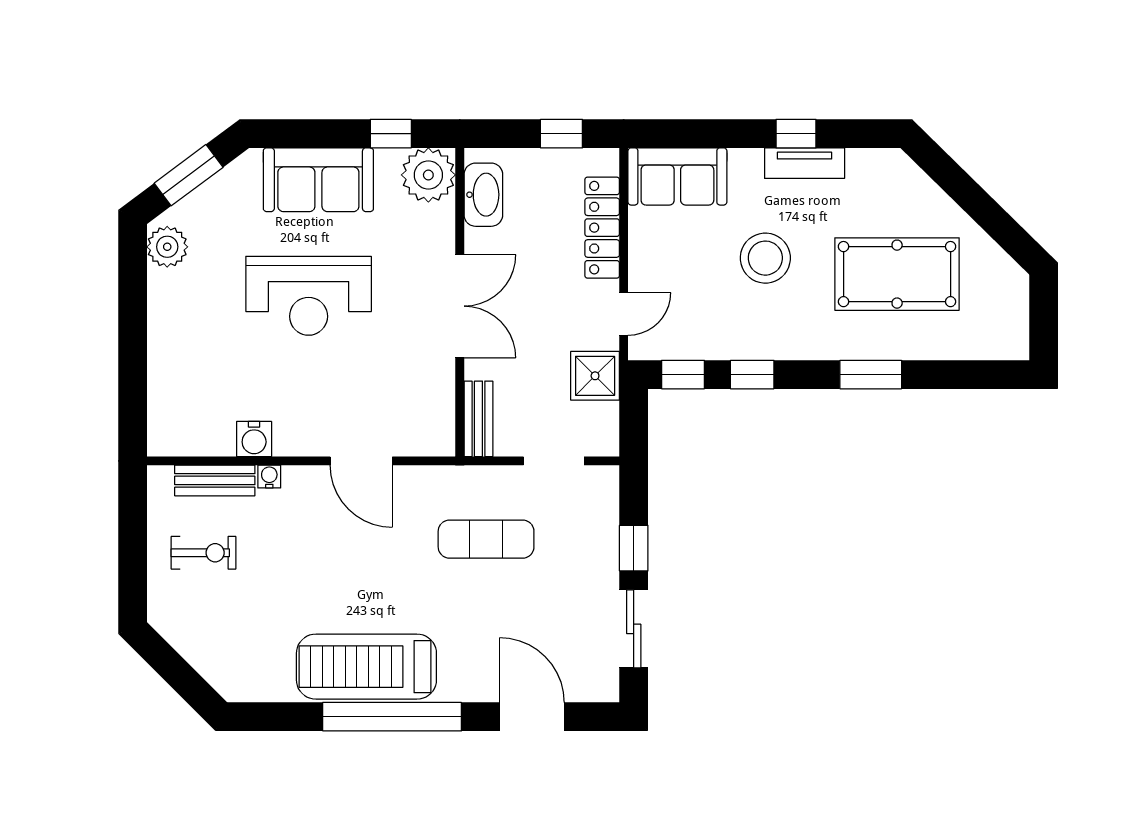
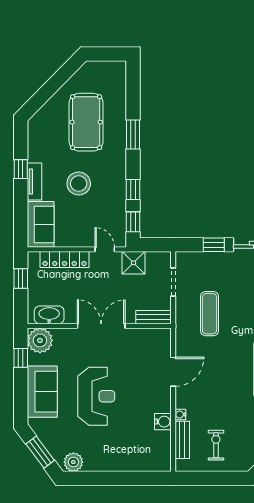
tv unit: (805, 163) -> (34, 181), moved

